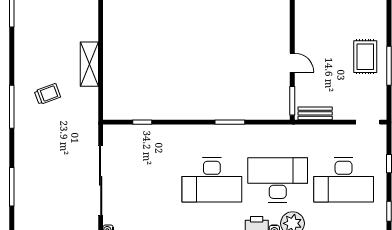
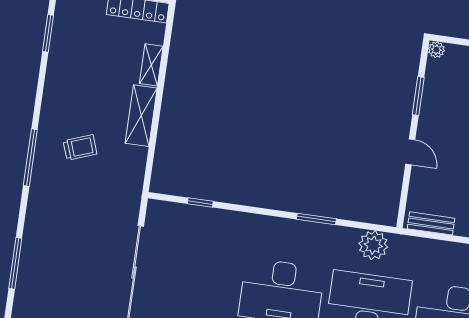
shelving: (91, 25) -> (151, 65), added
window: (292, 101) -> (418, 96), moved
plant: (275, 136) -> (373, 245), added

